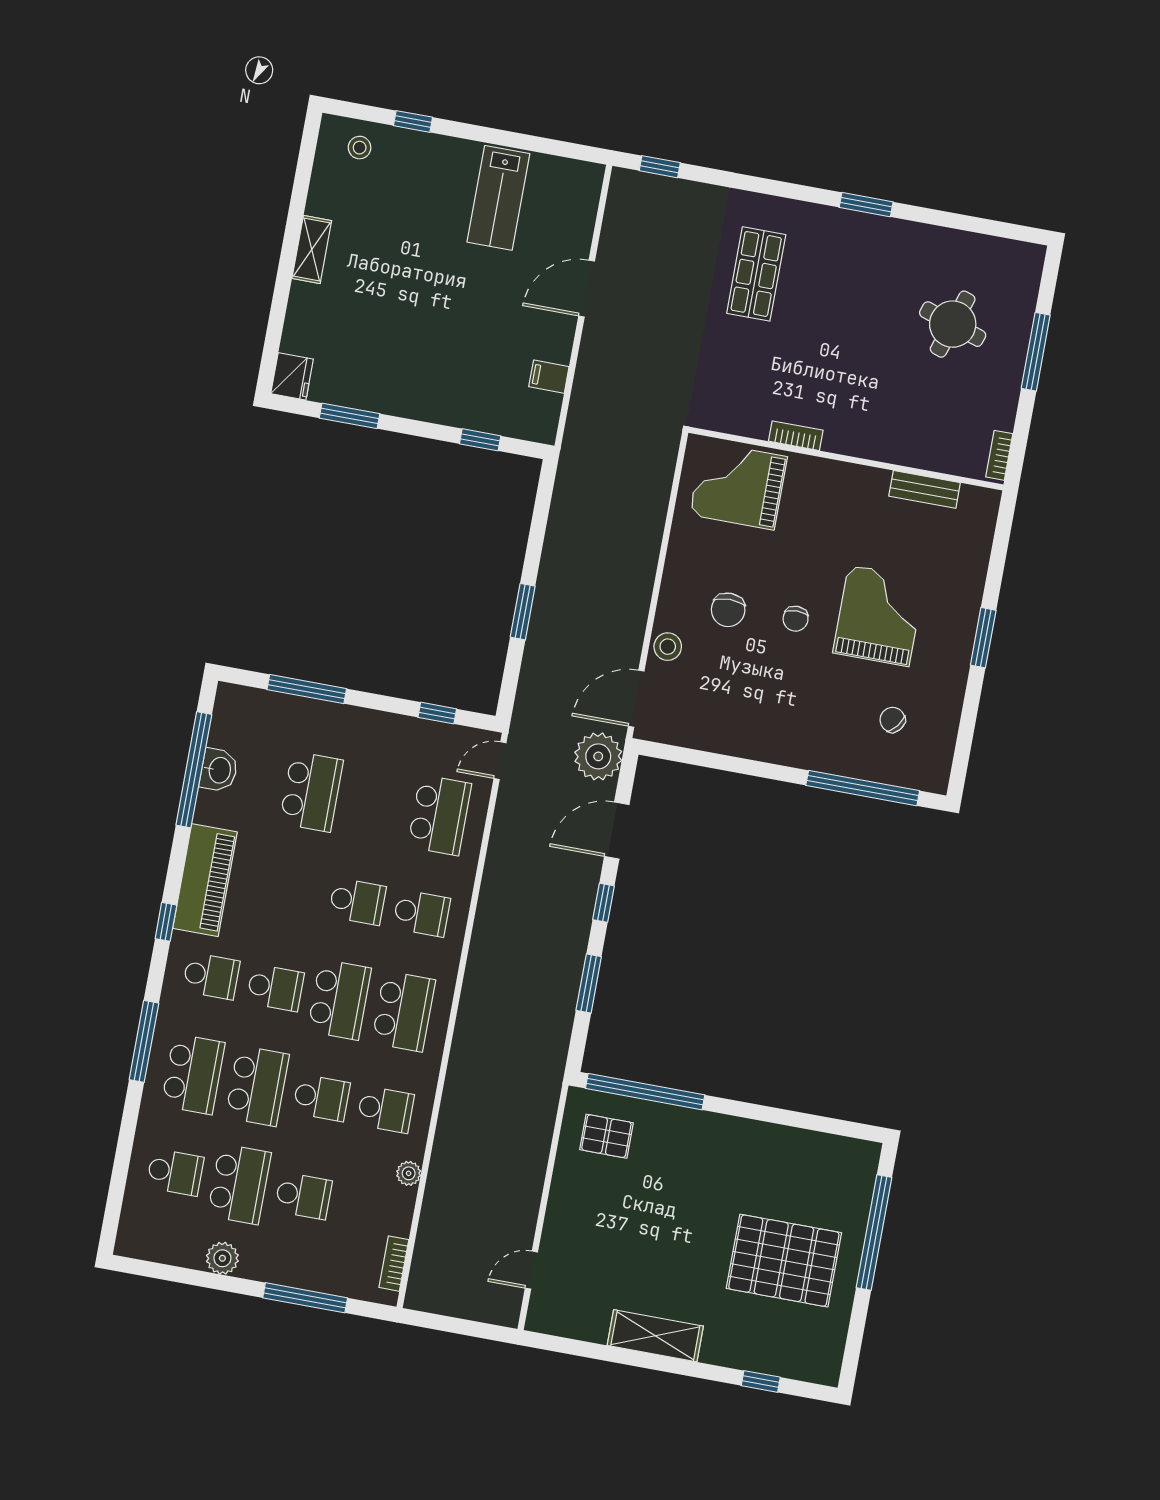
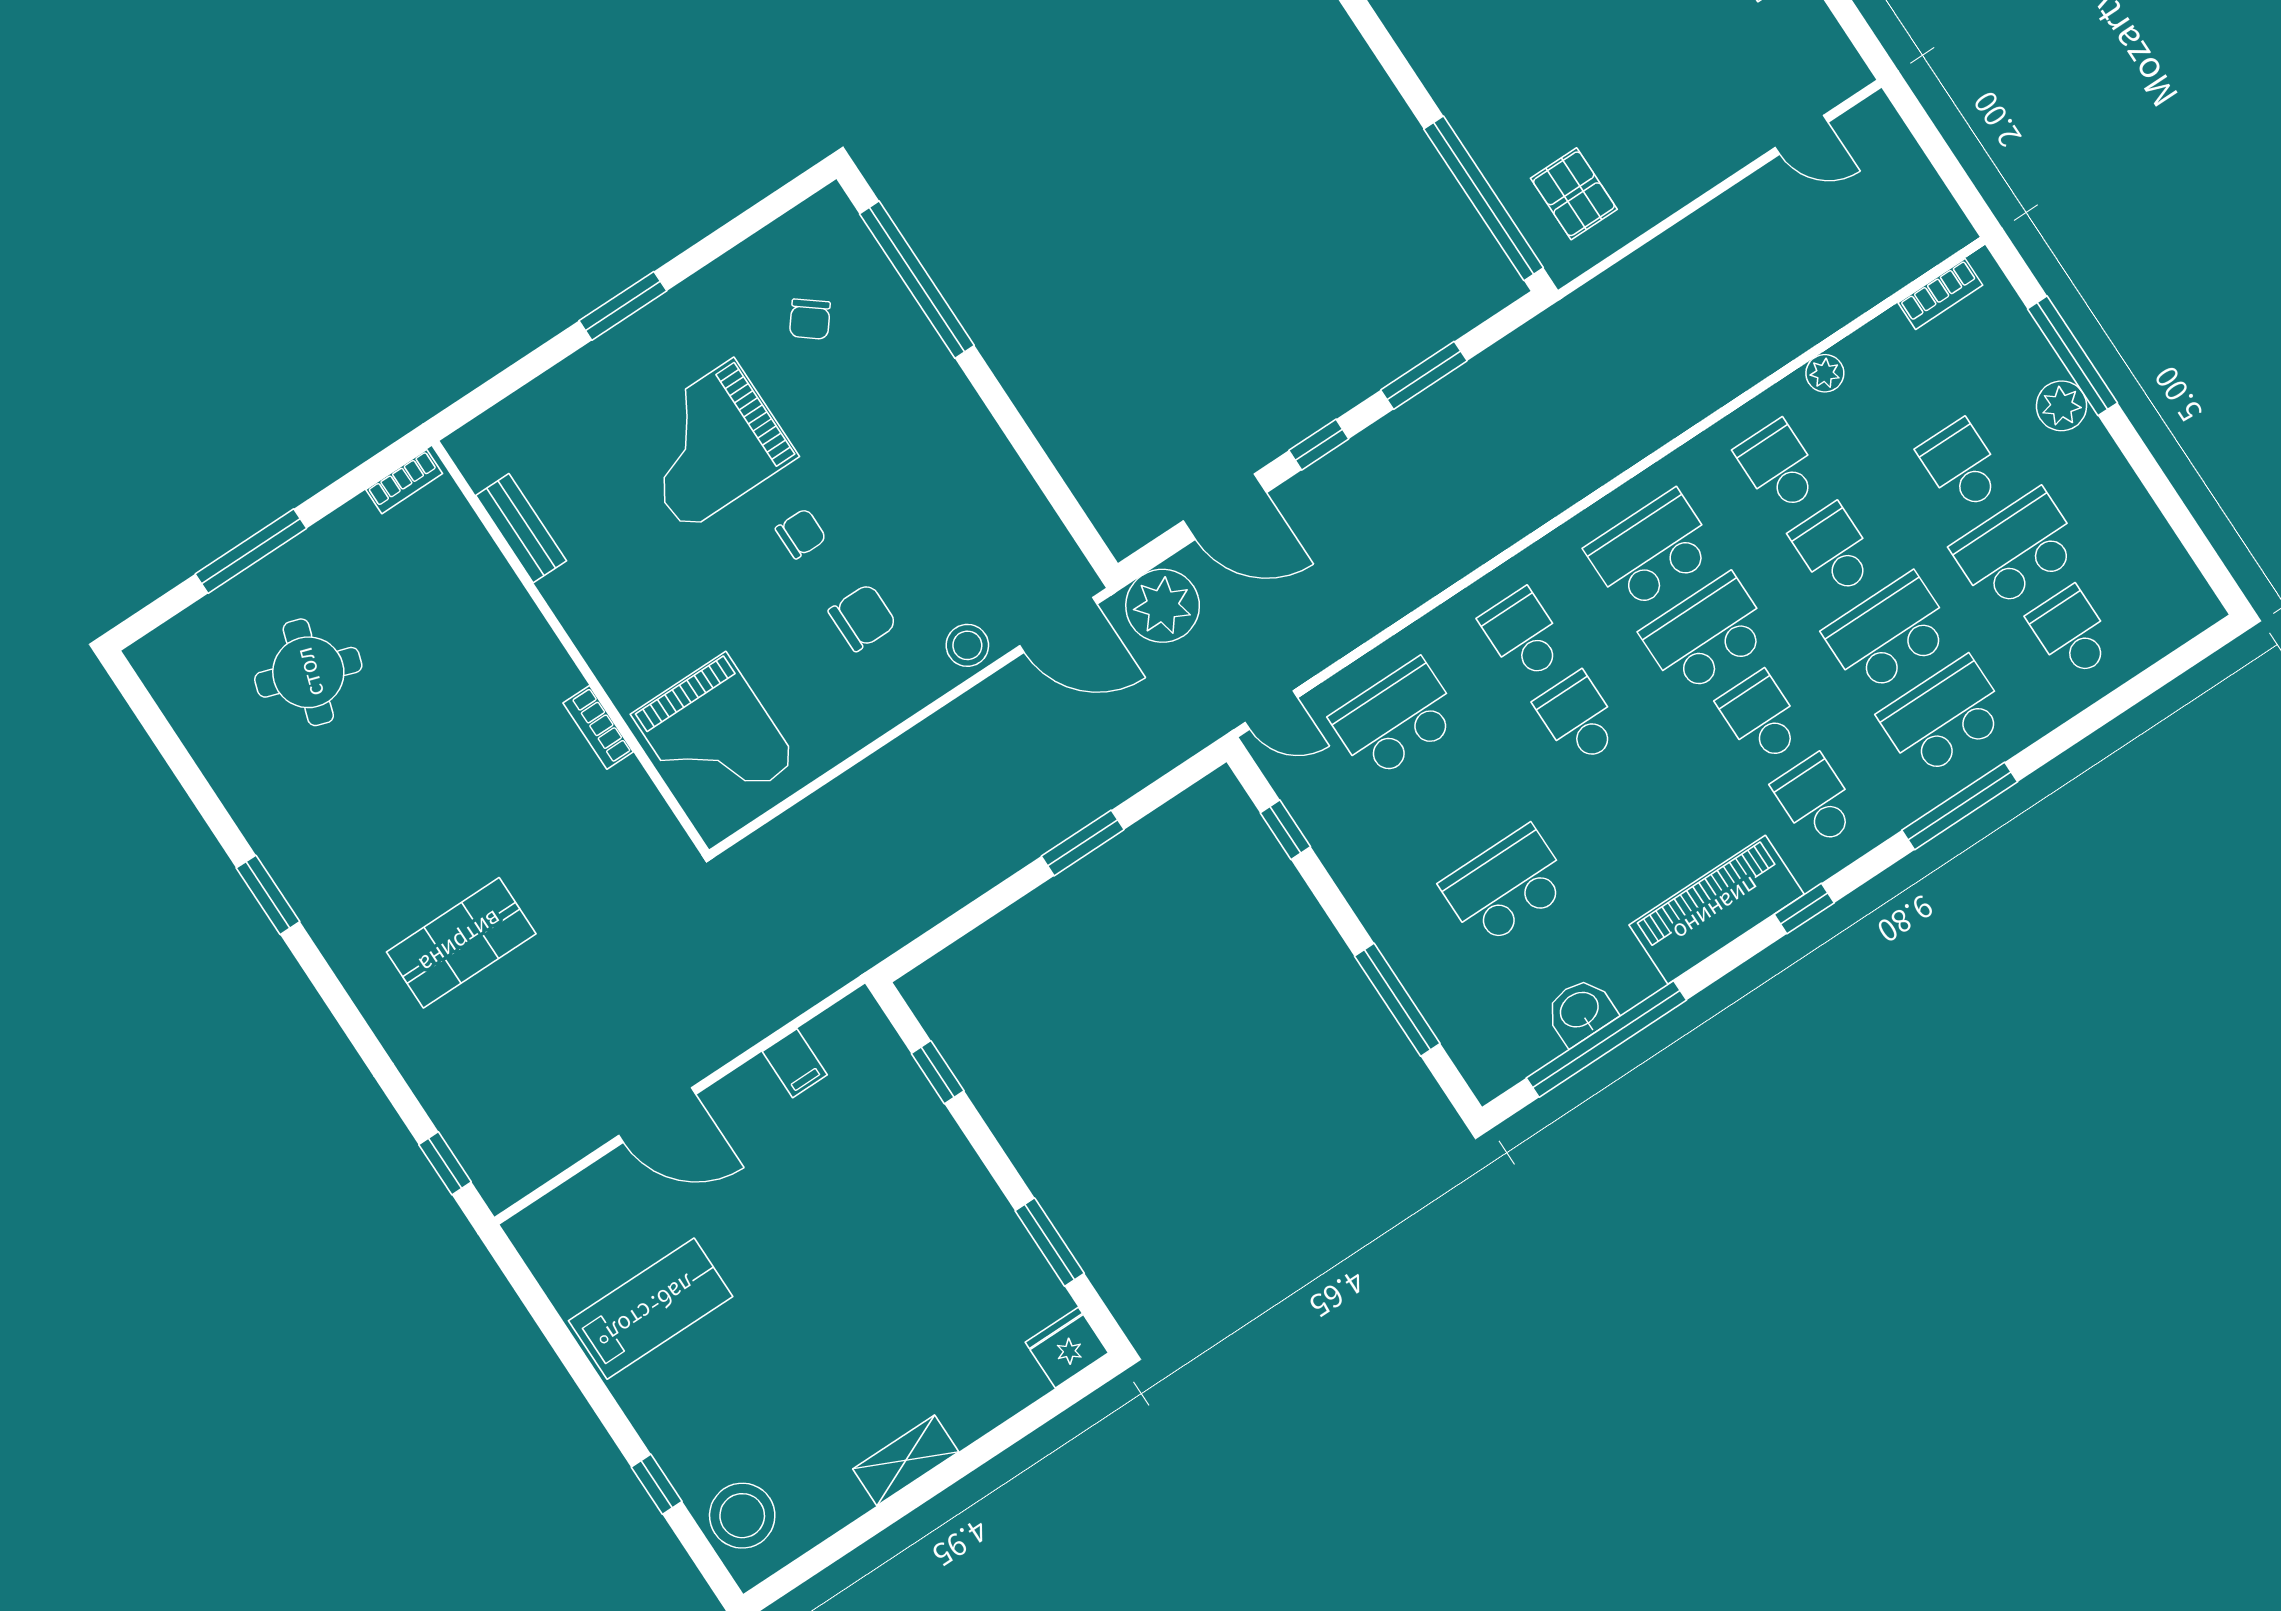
stool: (360, 148) -> (742, 1516), width x1.89, depth x1.89
plant: (222, 1258) -> (2061, 406), moved

